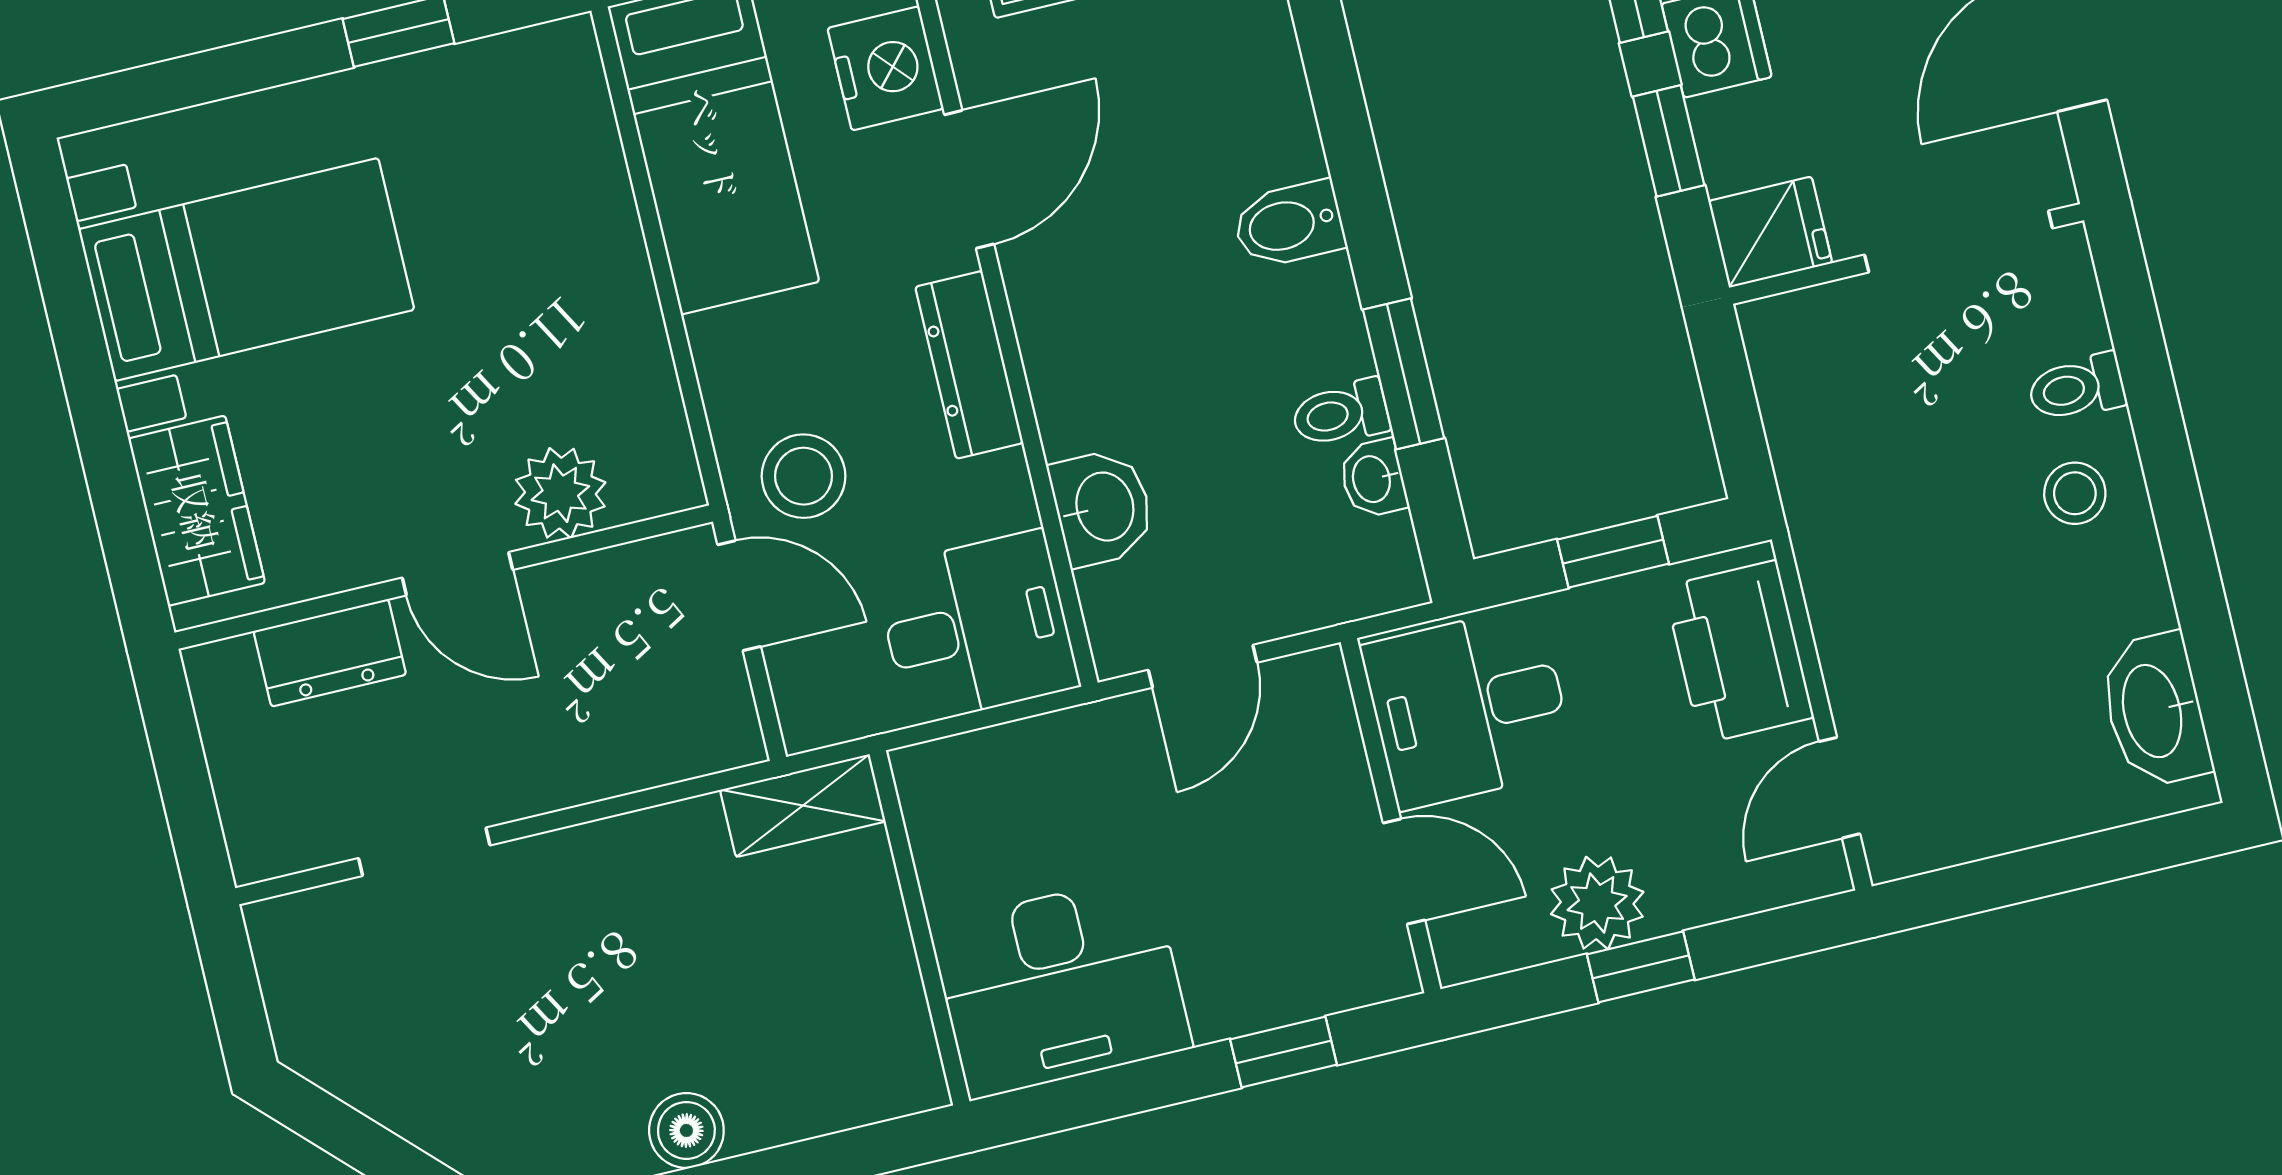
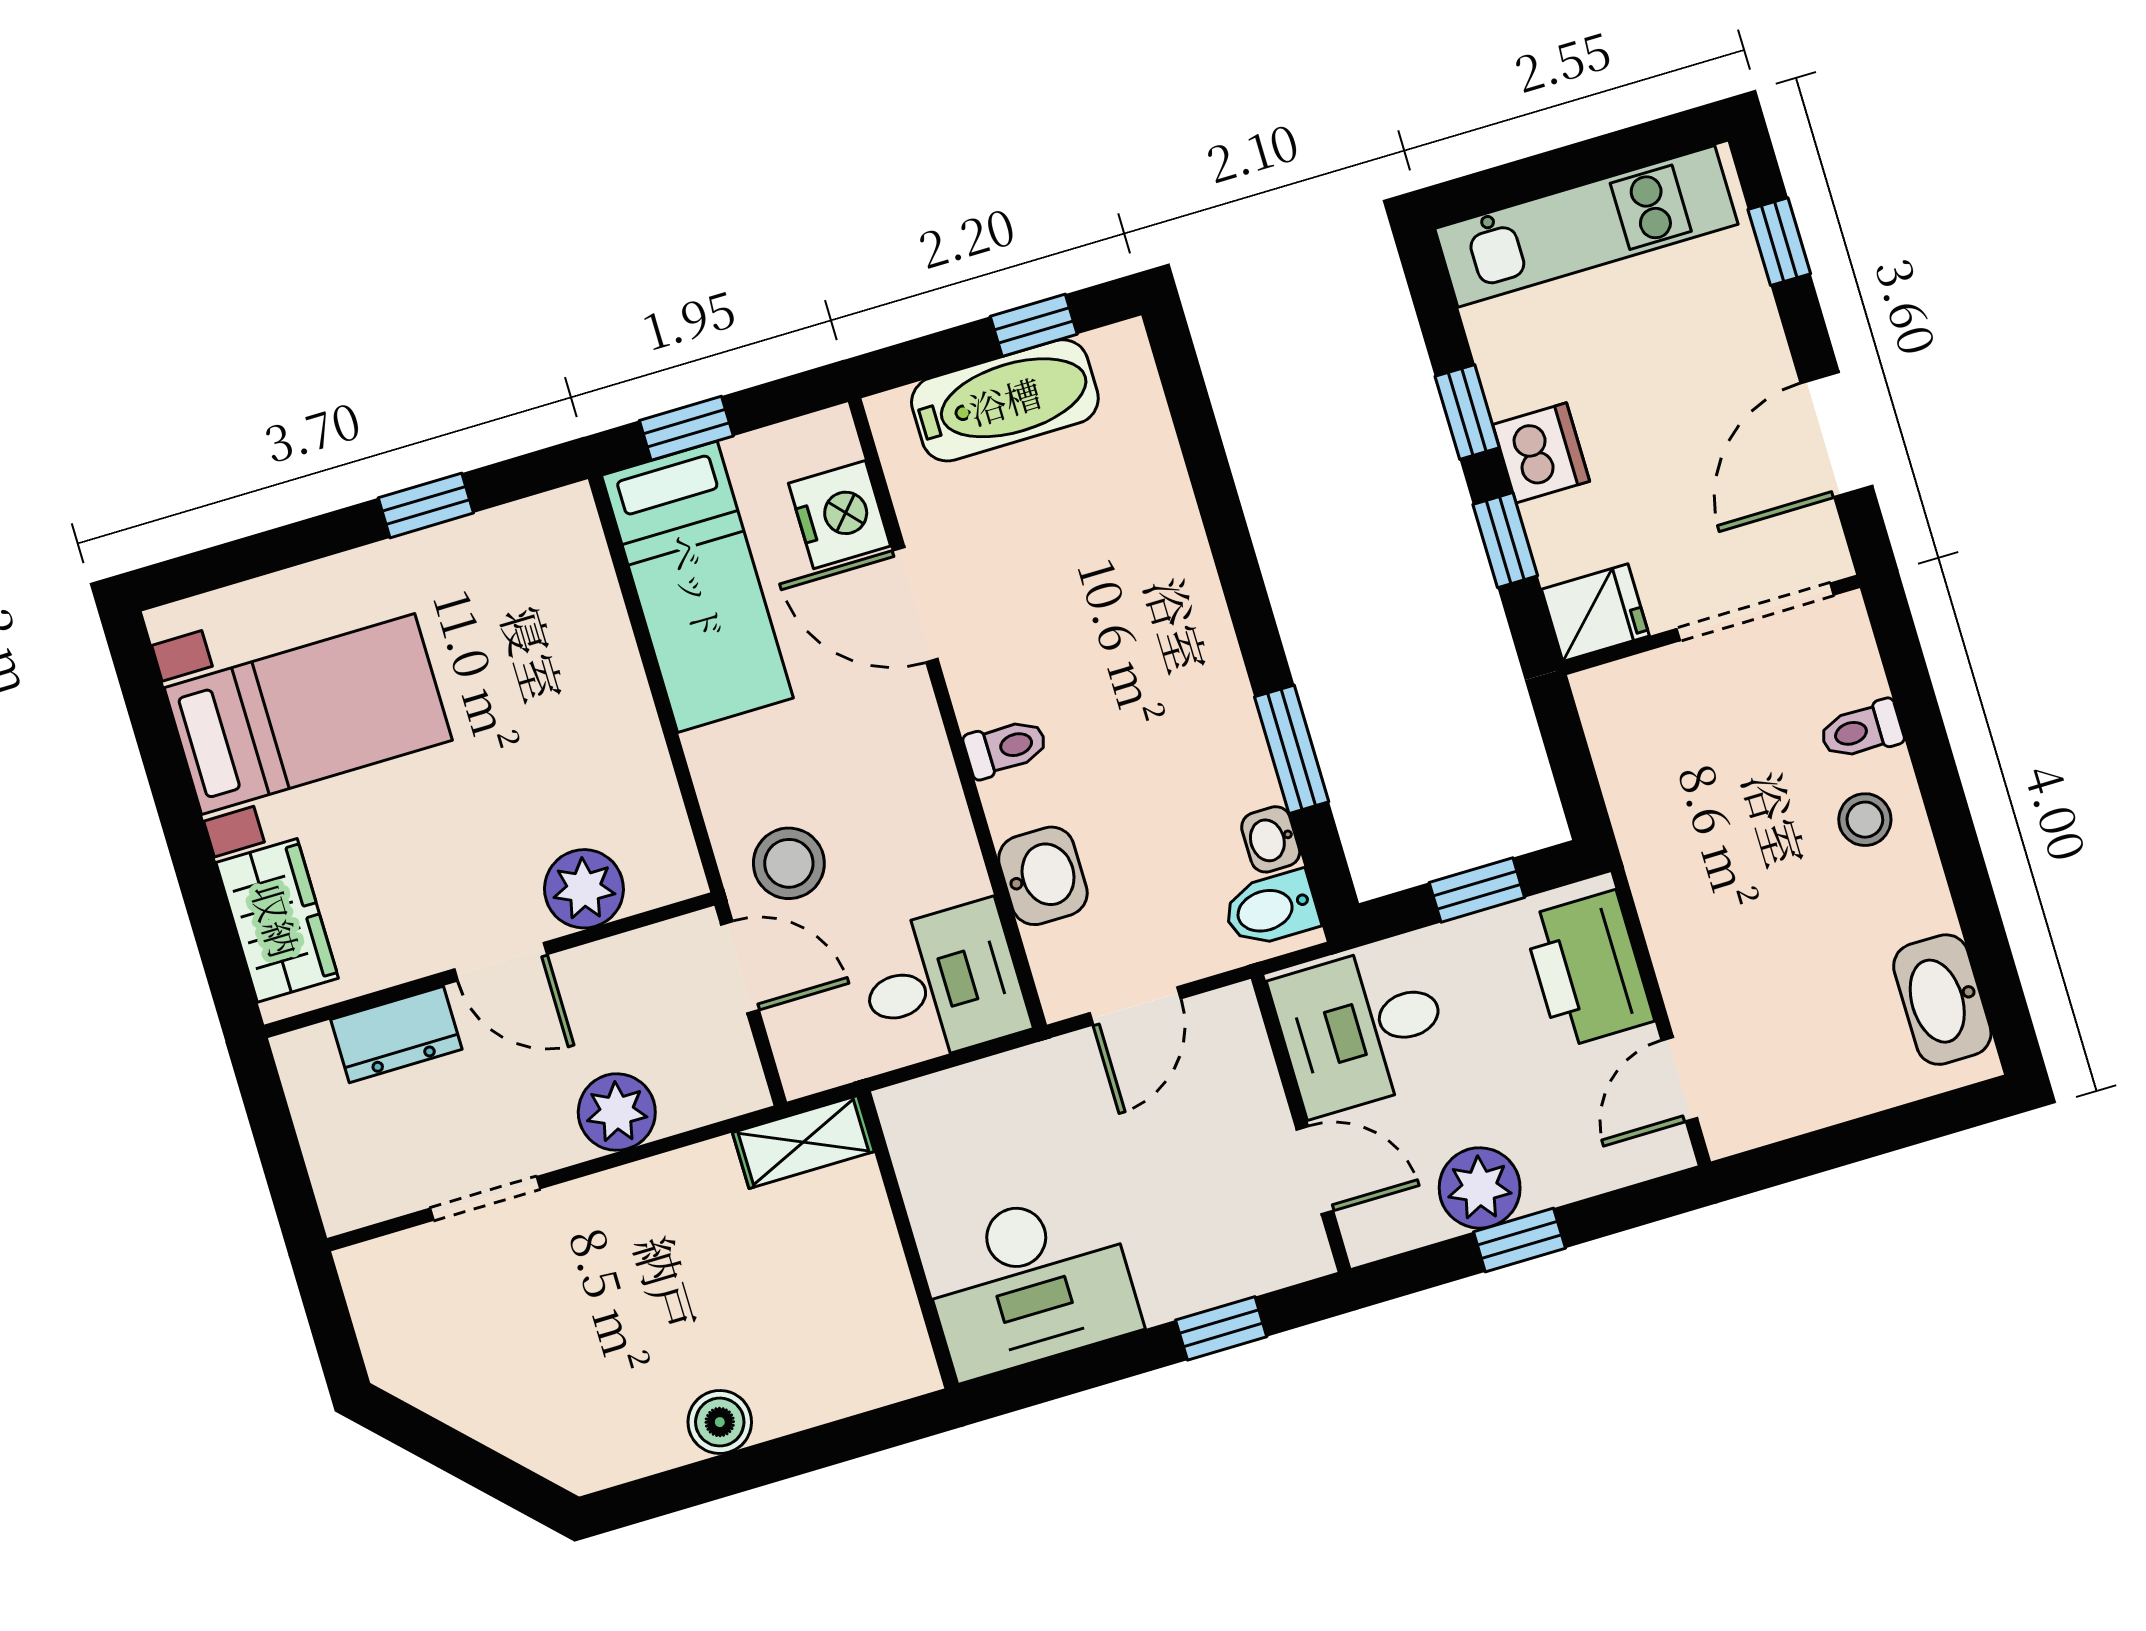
door: (969, 179) -> (915, 605), swing flipped
bidet: (1289, 224) -> (1271, 909), moved
dresser: (969, 365) -> (924, 762), removed
toilet: (1340, 414) -> (1006, 748), moved, turned 180
plant: (585, 758) -> (617, 1112), added

